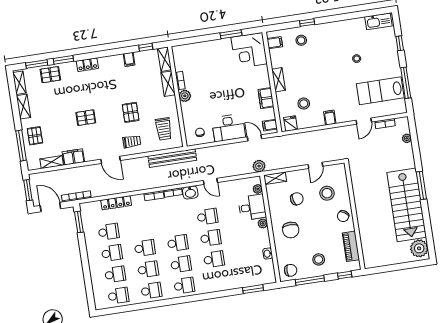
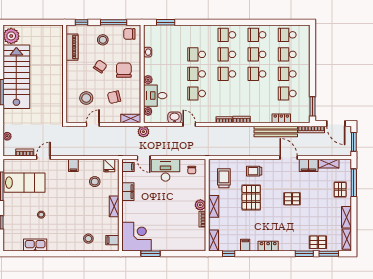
kitchen sink: (378, 21) -> (35, 245), moved
window: (307, 23) -> (81, 254), removed
locker: (87, 65) -> (268, 246), moved
shelving: (168, 84) -> (214, 206), moved
pallet: (131, 112) -> (251, 197), width x1.50, depth x1.42
bench: (172, 158) -> (276, 131), moved
door: (111, 160) -> (289, 158), moved
washbasin: (190, 192) -> (175, 117), moved
locker: (116, 203) -> (281, 118), width x0.66
chair: (343, 216) -> (100, 66), moved

